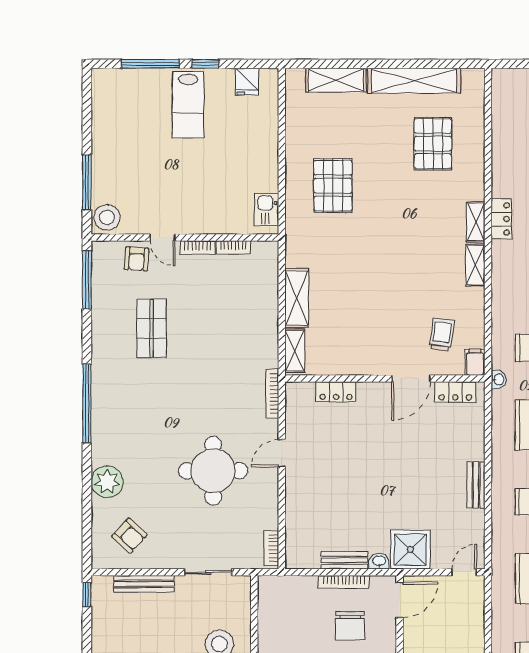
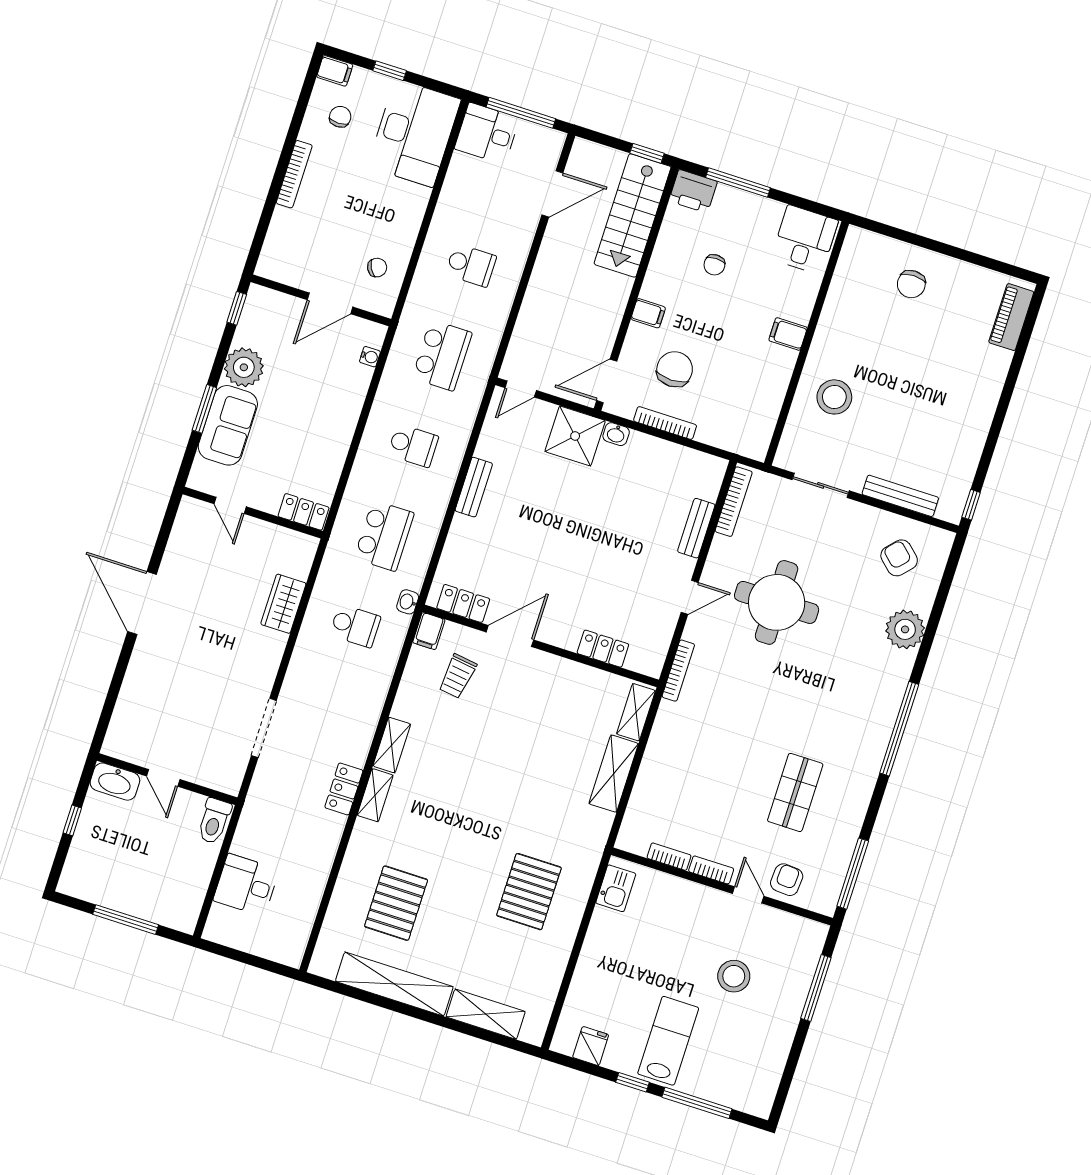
stool: (107, 217) -> (734, 976), moved
bookcase: (271, 548) -> (734, 502), width x1.56
bench: (344, 560) -> (696, 528), moved, turned 90

